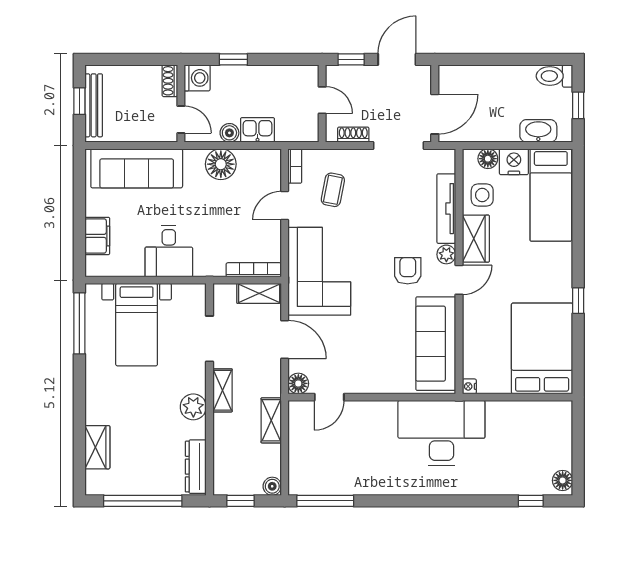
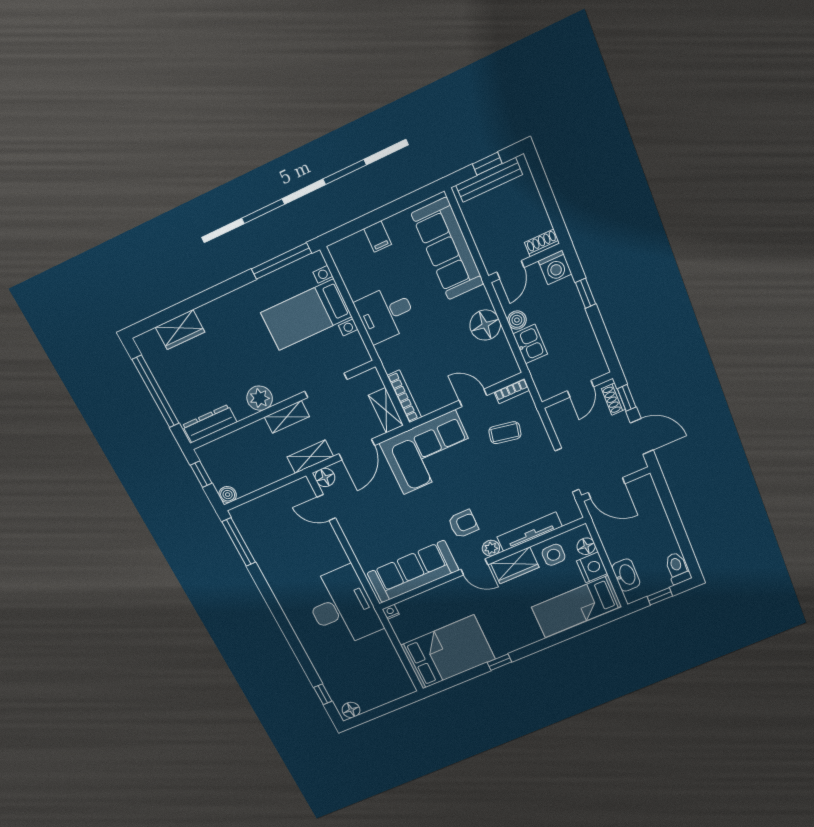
shoe rack: (353, 135) -> (613, 399), moved, turned 180
filing cabinet: (97, 236) -> (378, 237), width x0.50
shelving: (271, 420) -> (310, 457), moved

